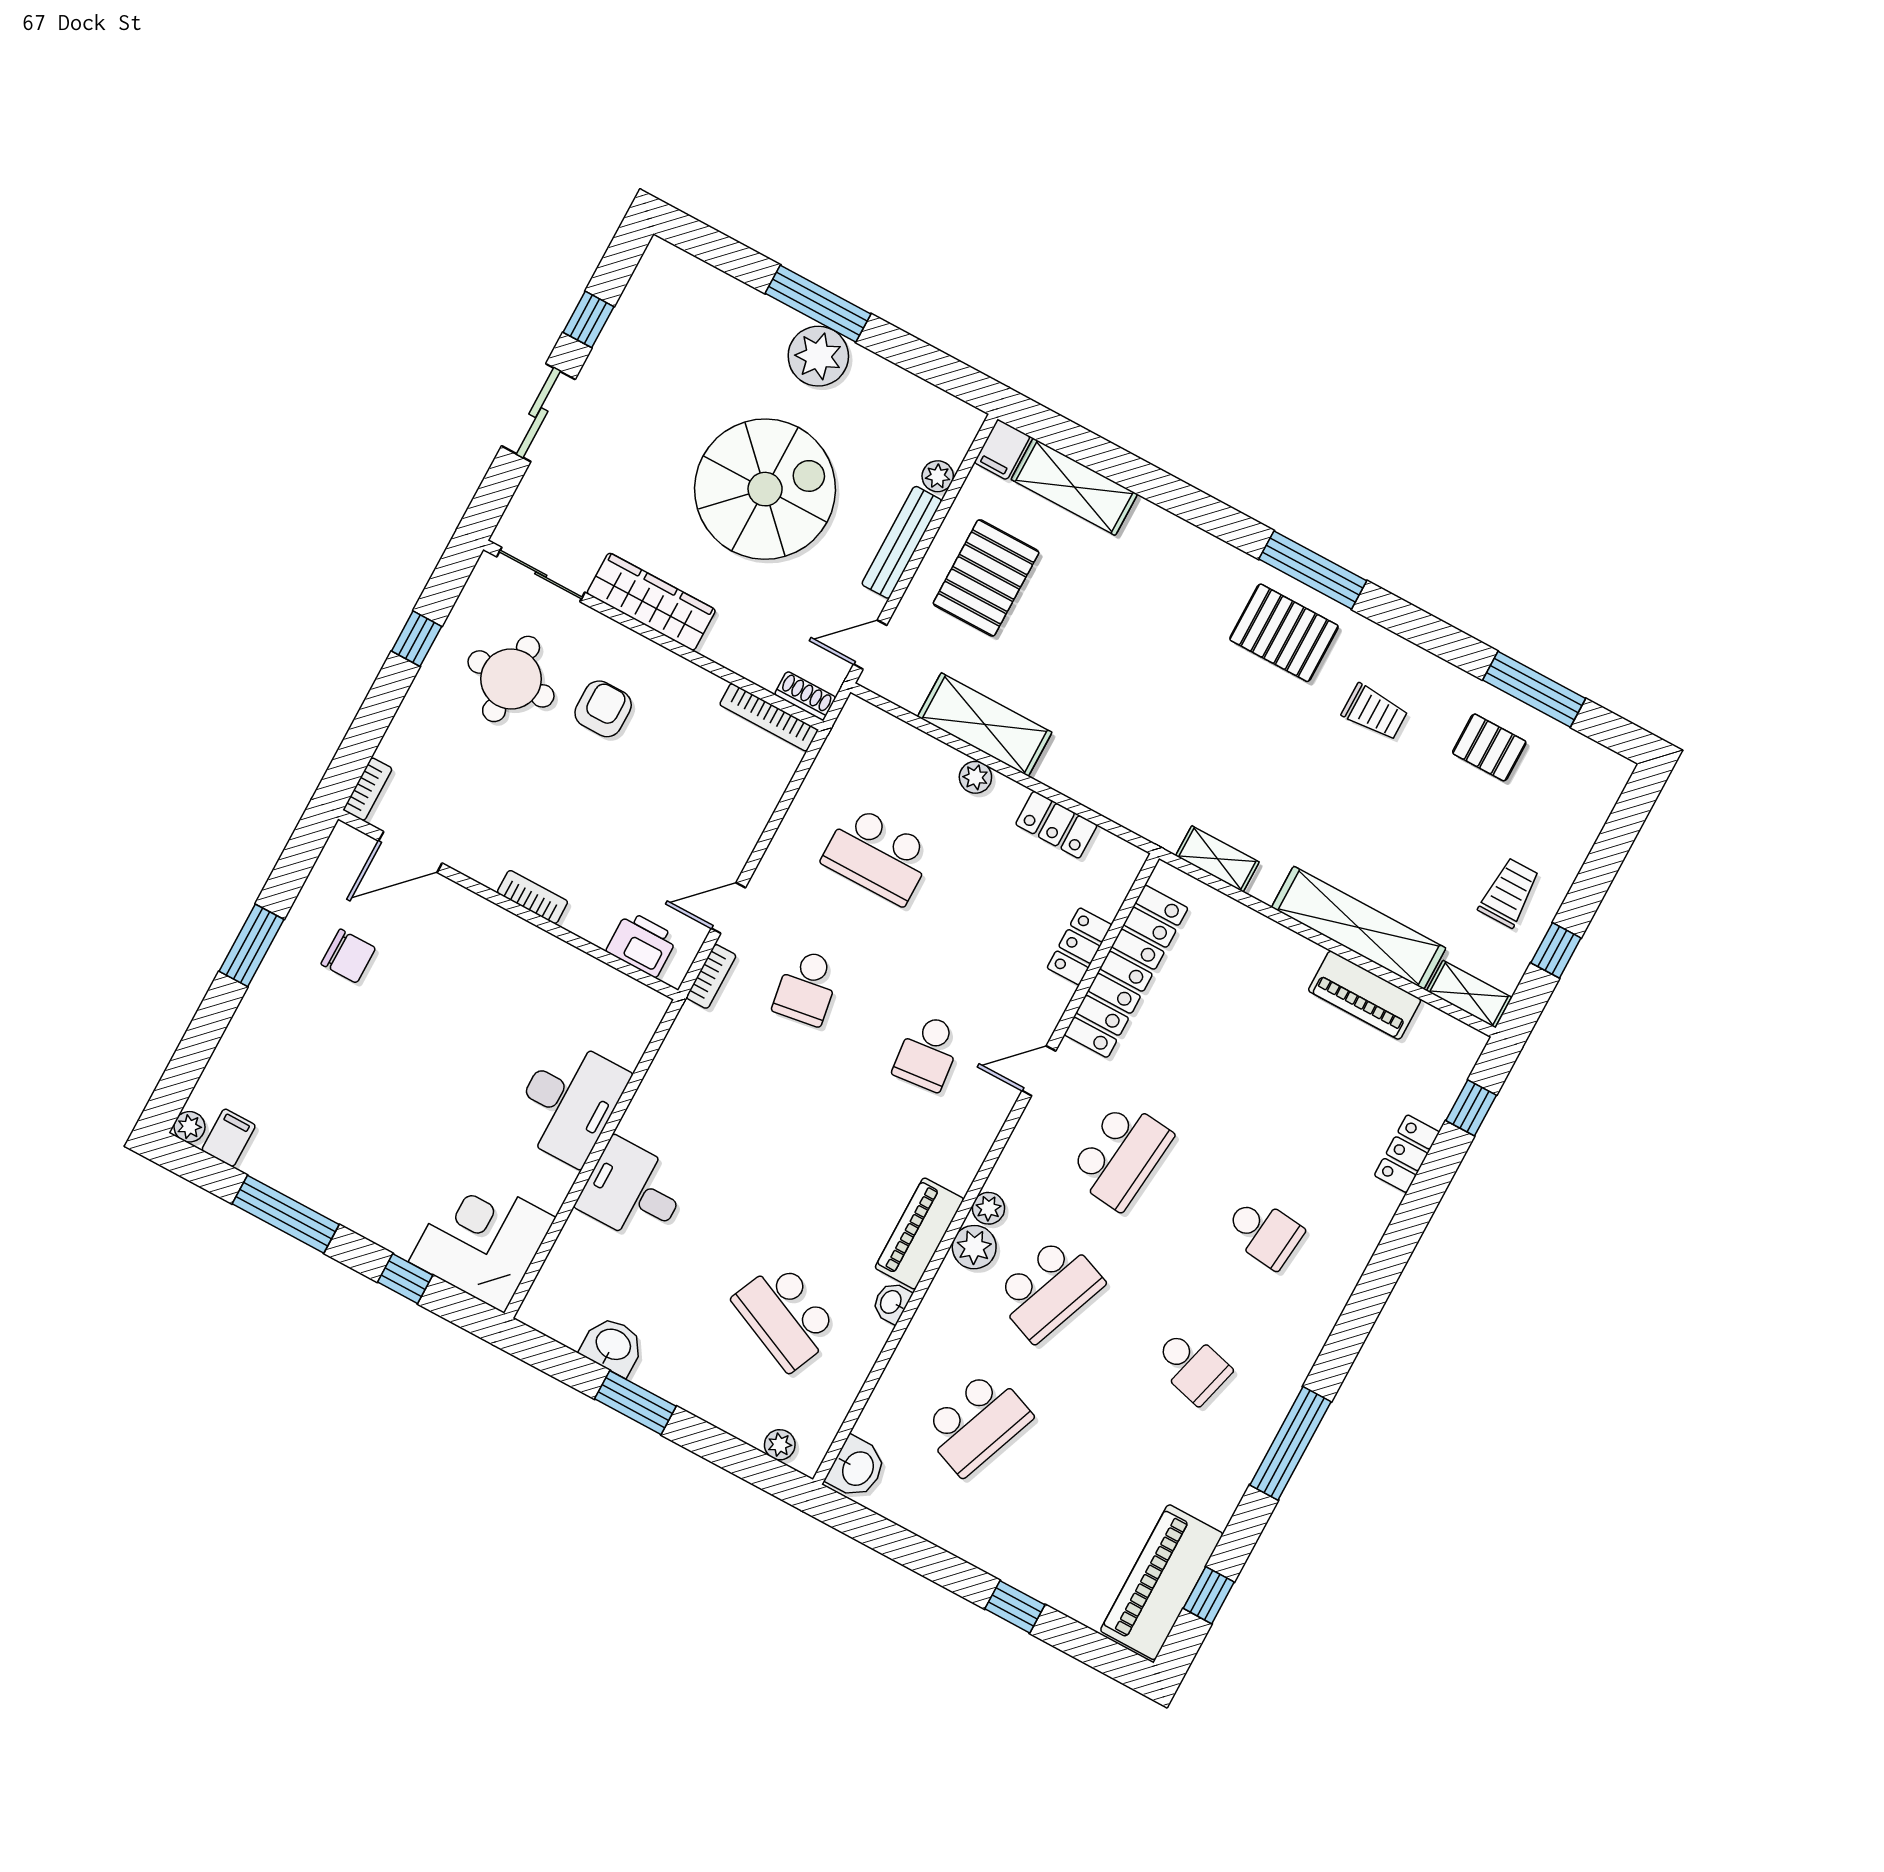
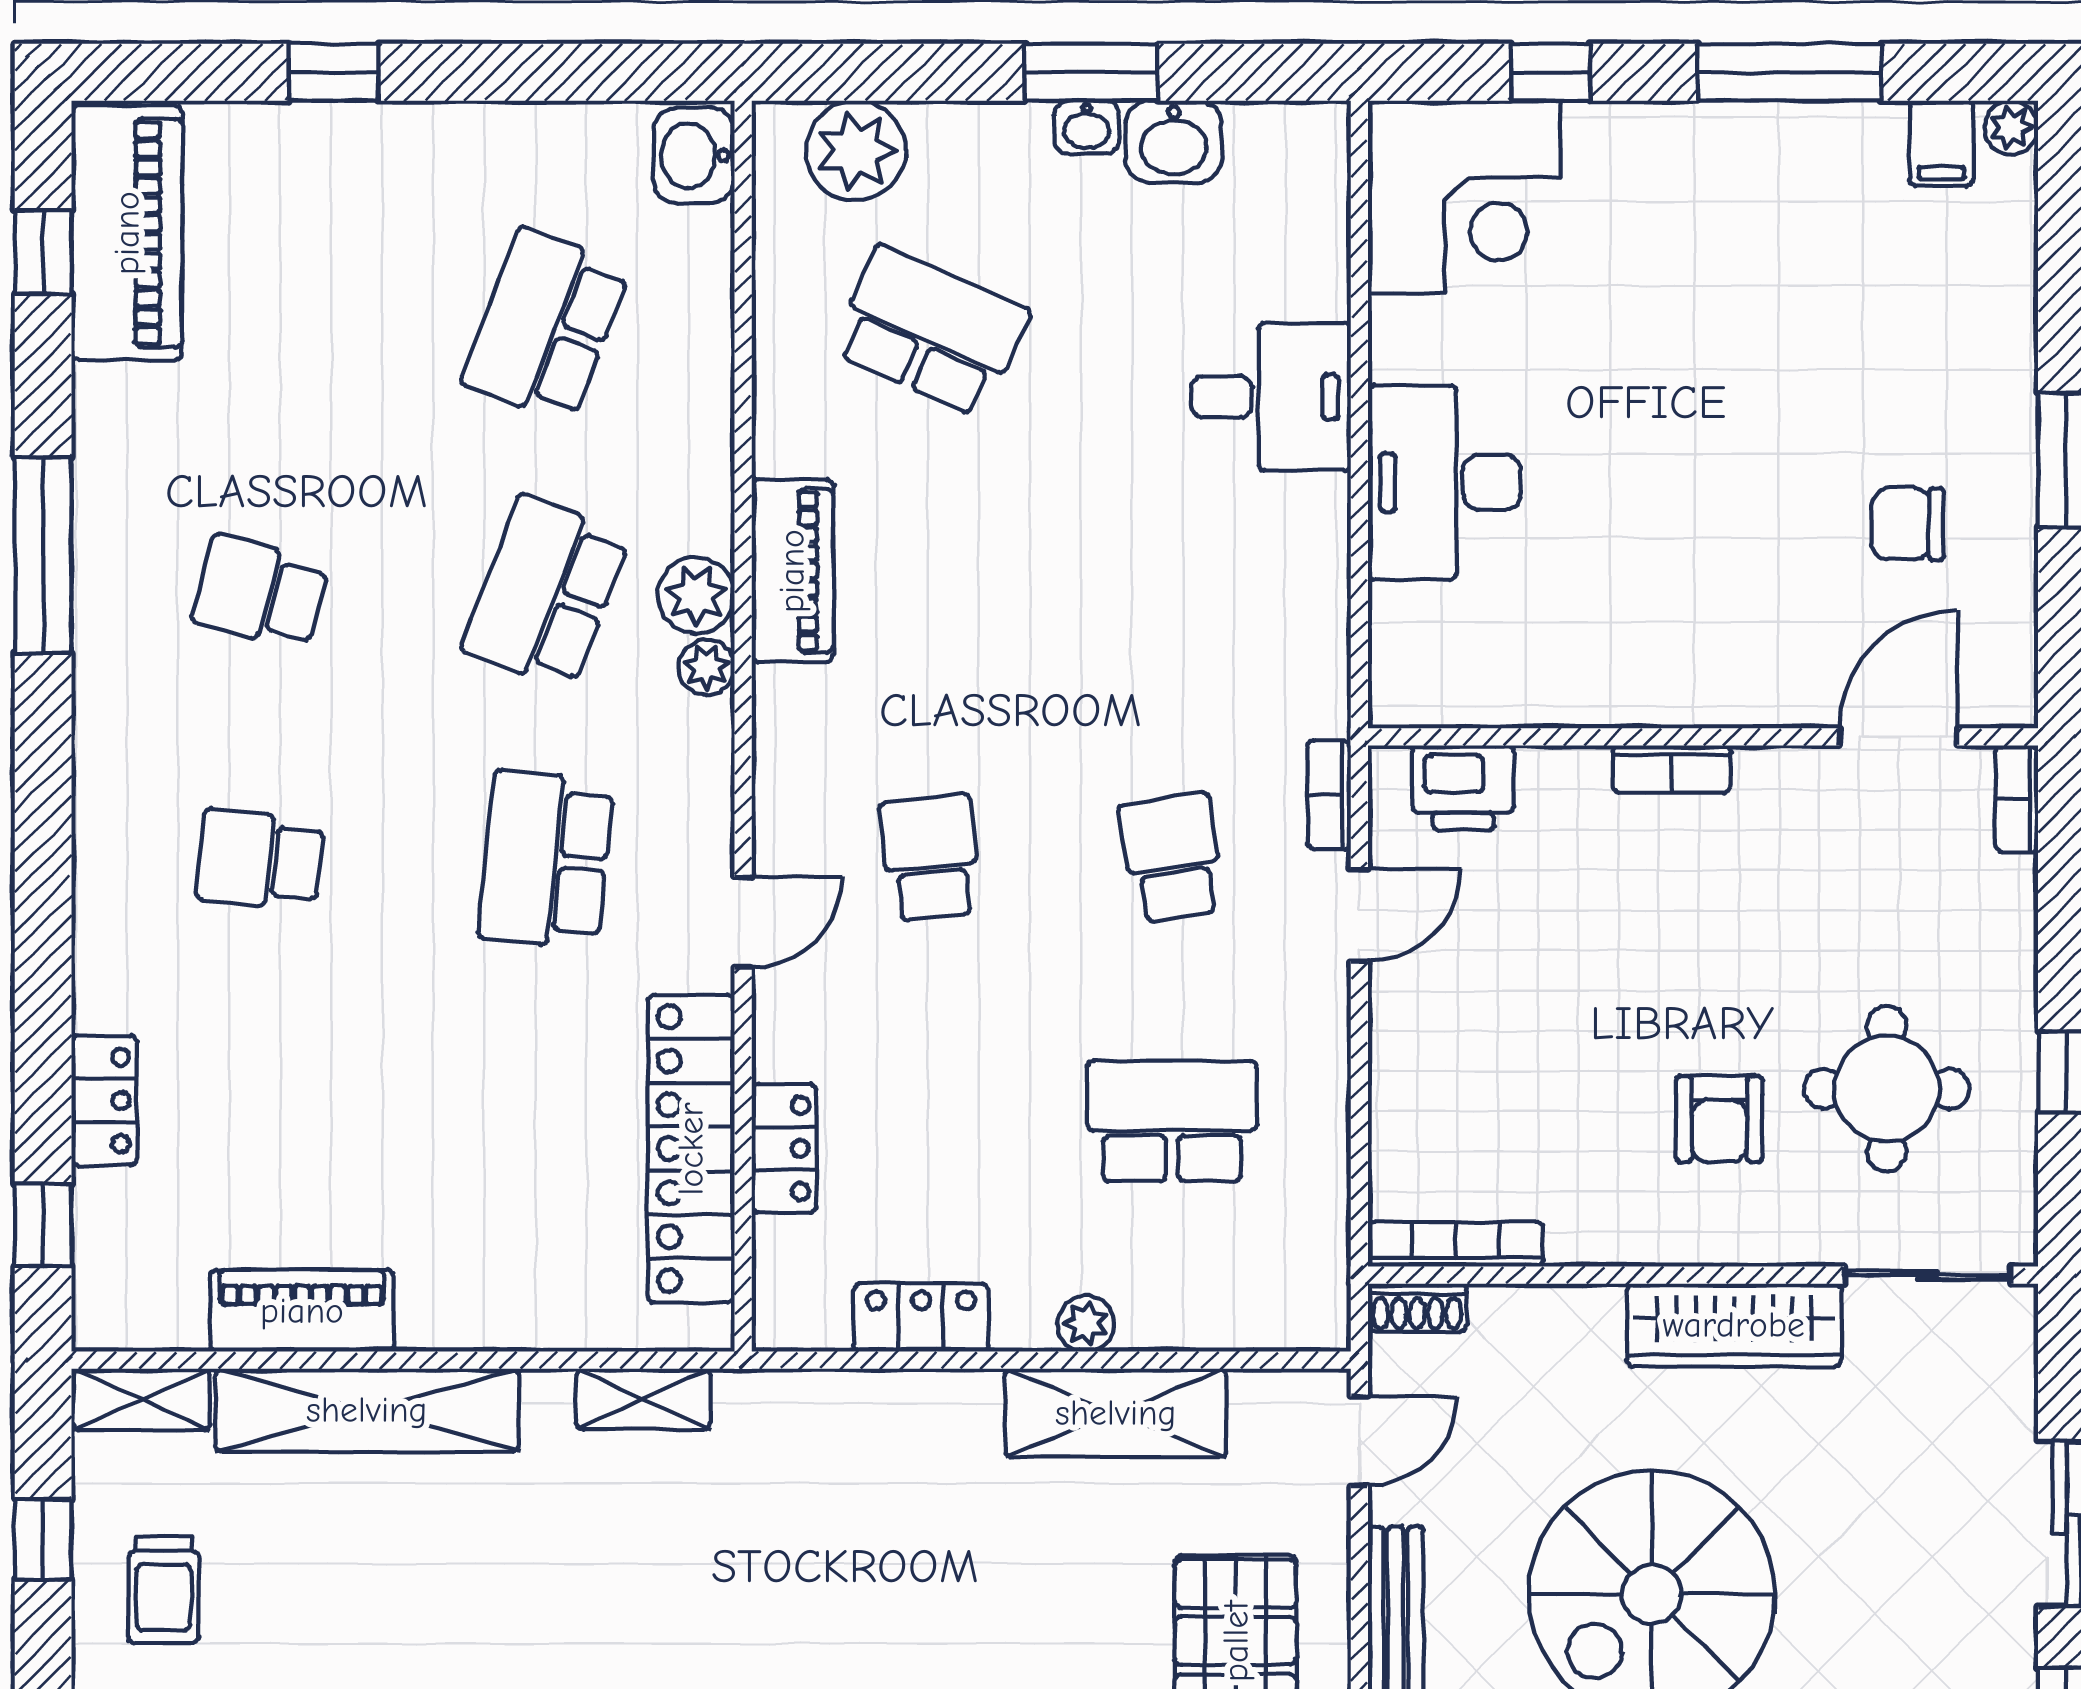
washbasin: (892, 1302) -> (1087, 127), moved, turned 90
plant: (780, 1445) -> (856, 151), width x1.87, depth x1.87

